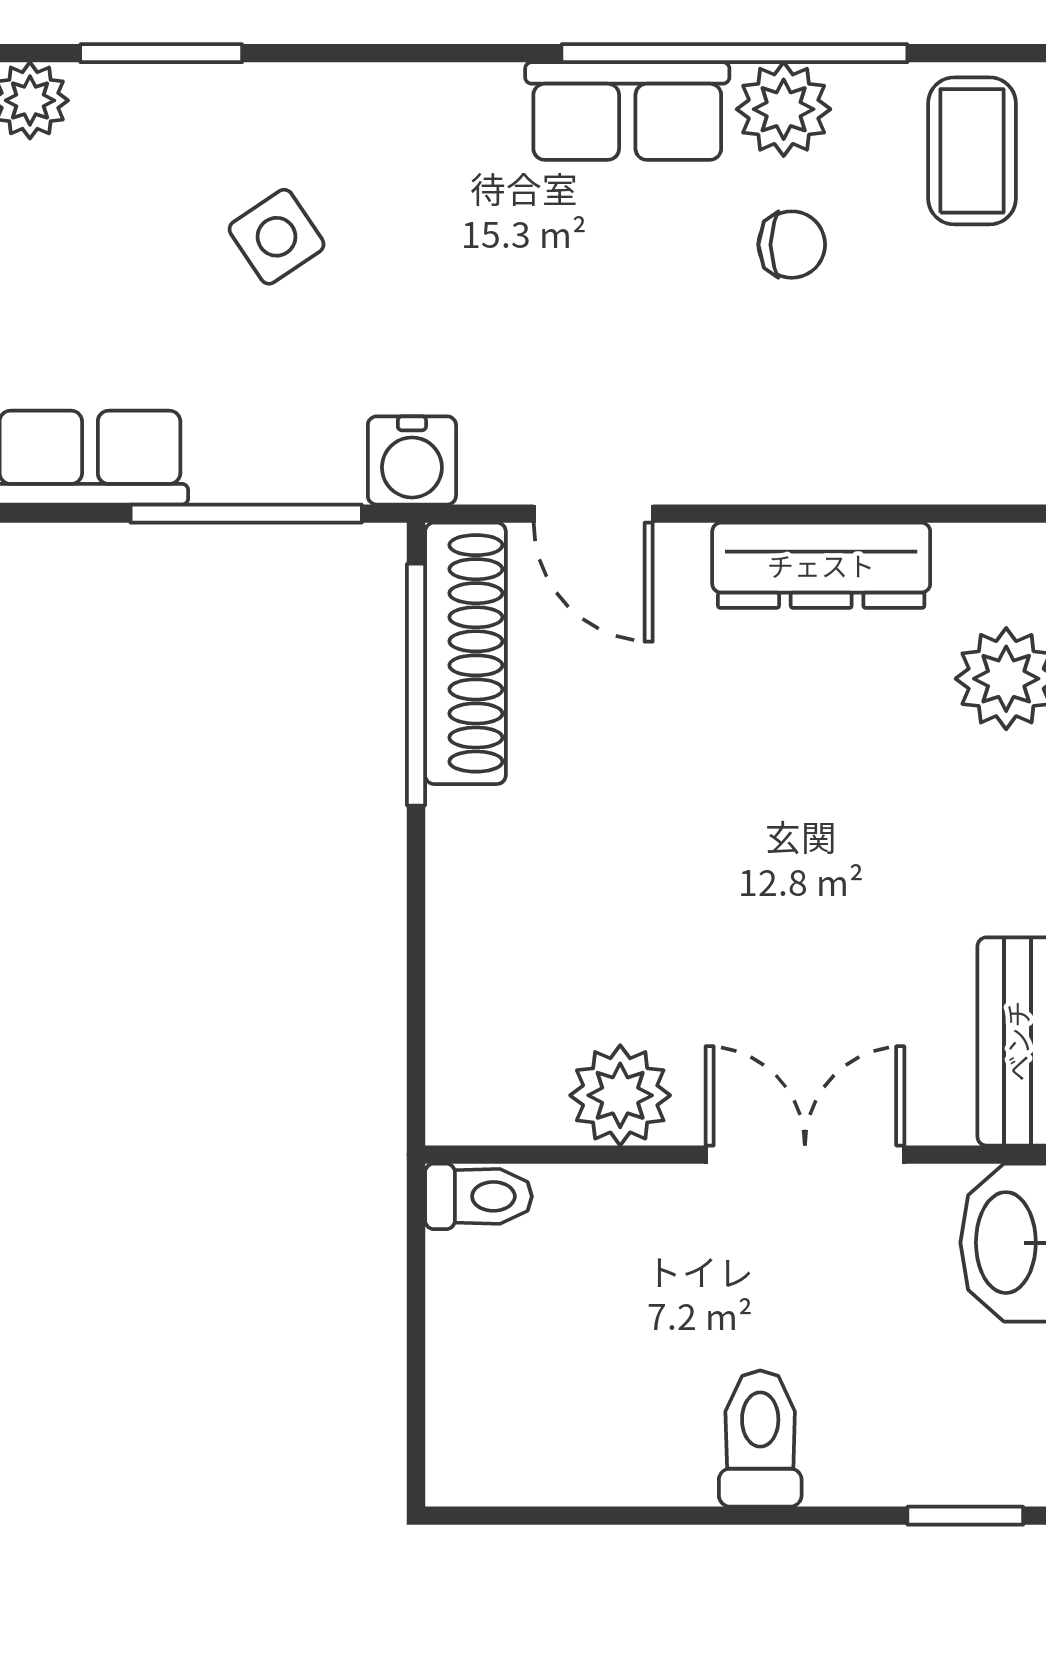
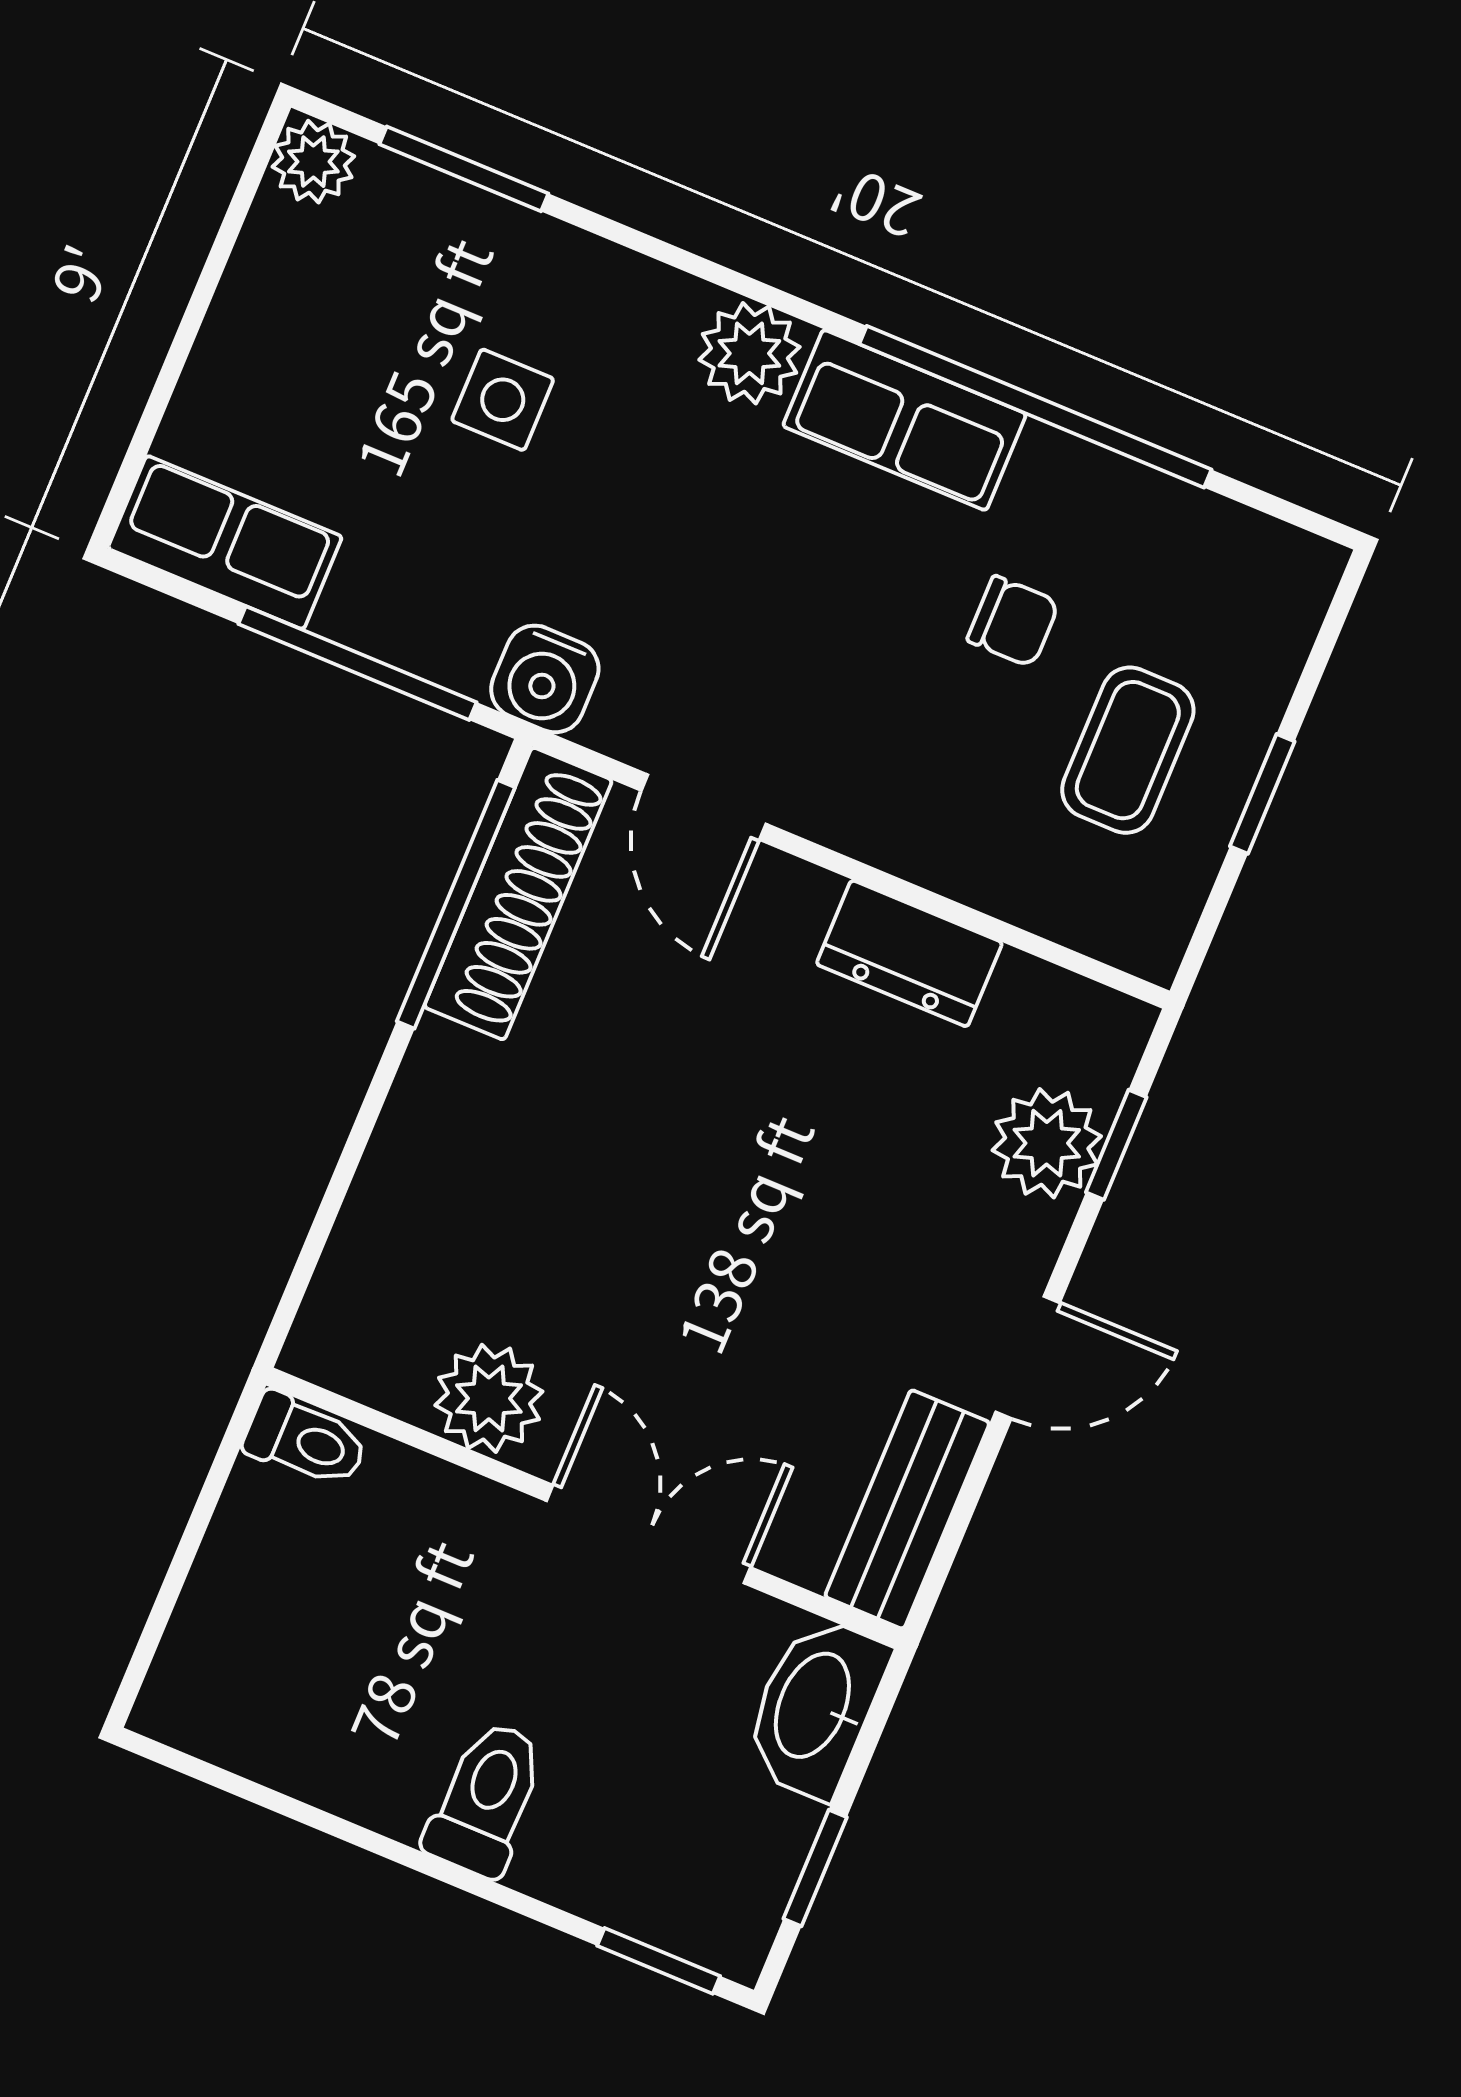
plant: (784, 109) -> (749, 353), moved
coffee table: (972, 151) -> (1128, 750), moved
side table: (277, 237) -> (503, 400), turned 34
dresser: (821, 565) -> (909, 953), width x0.70

